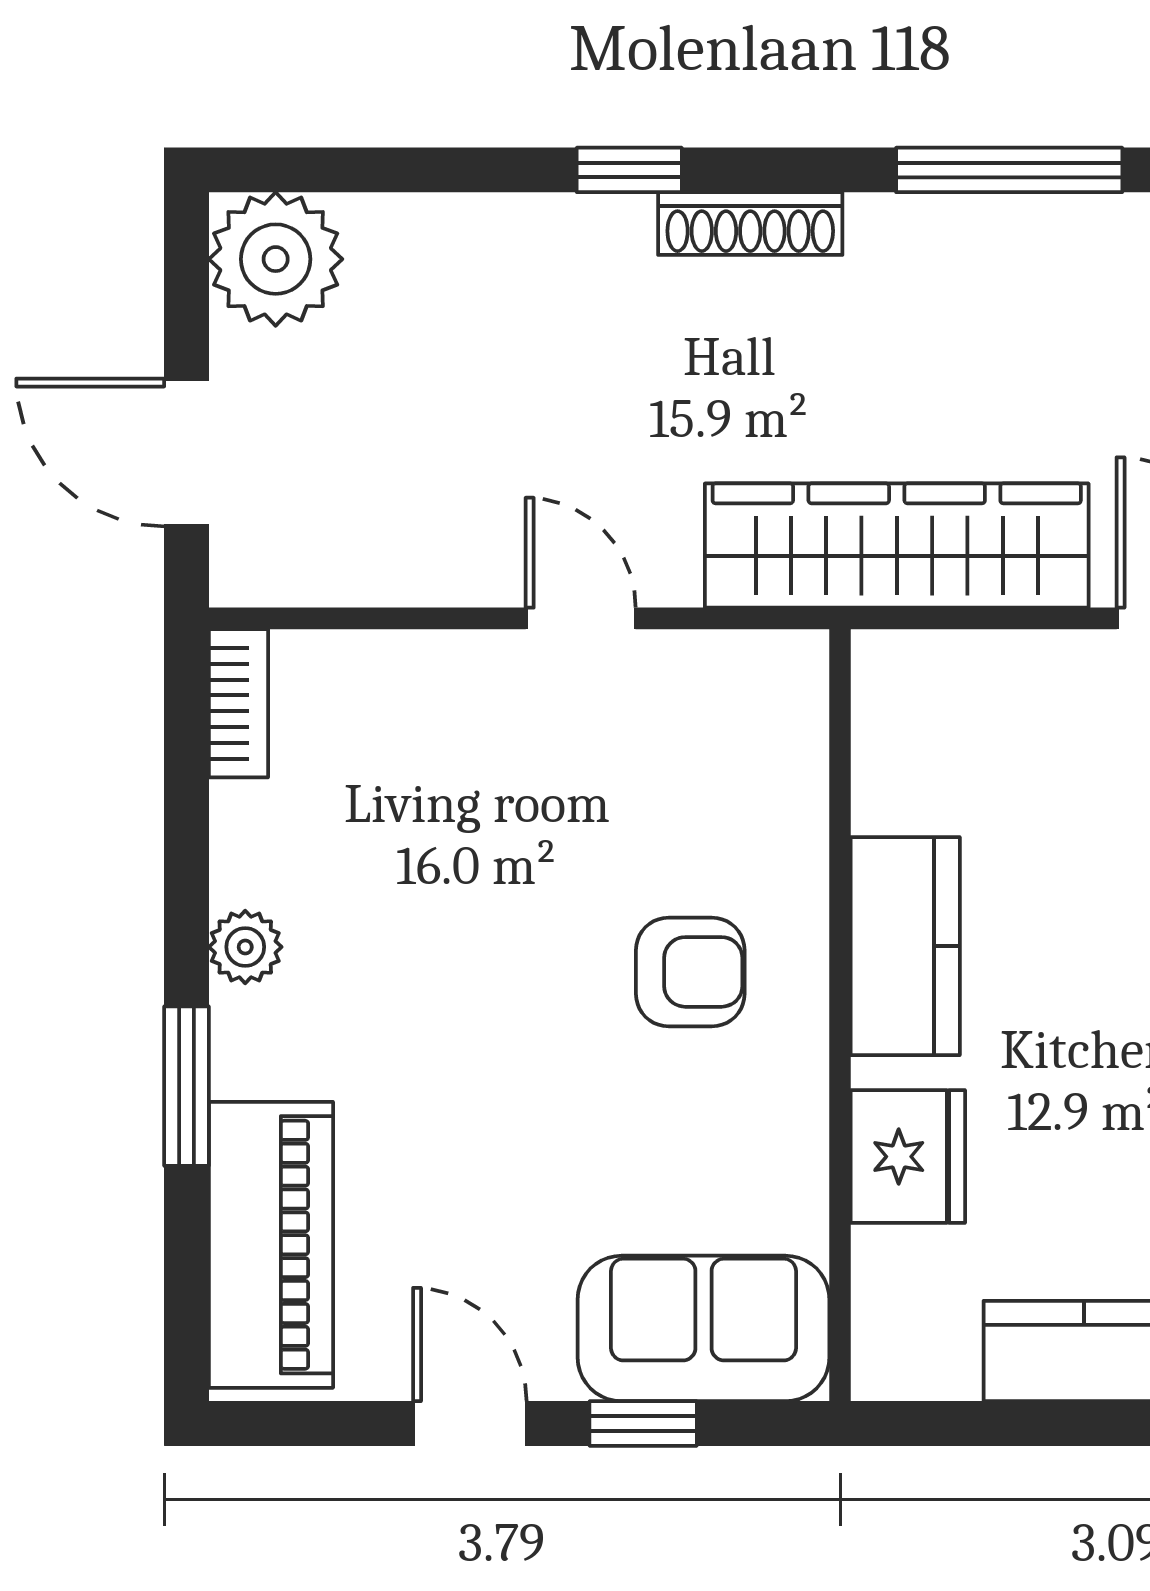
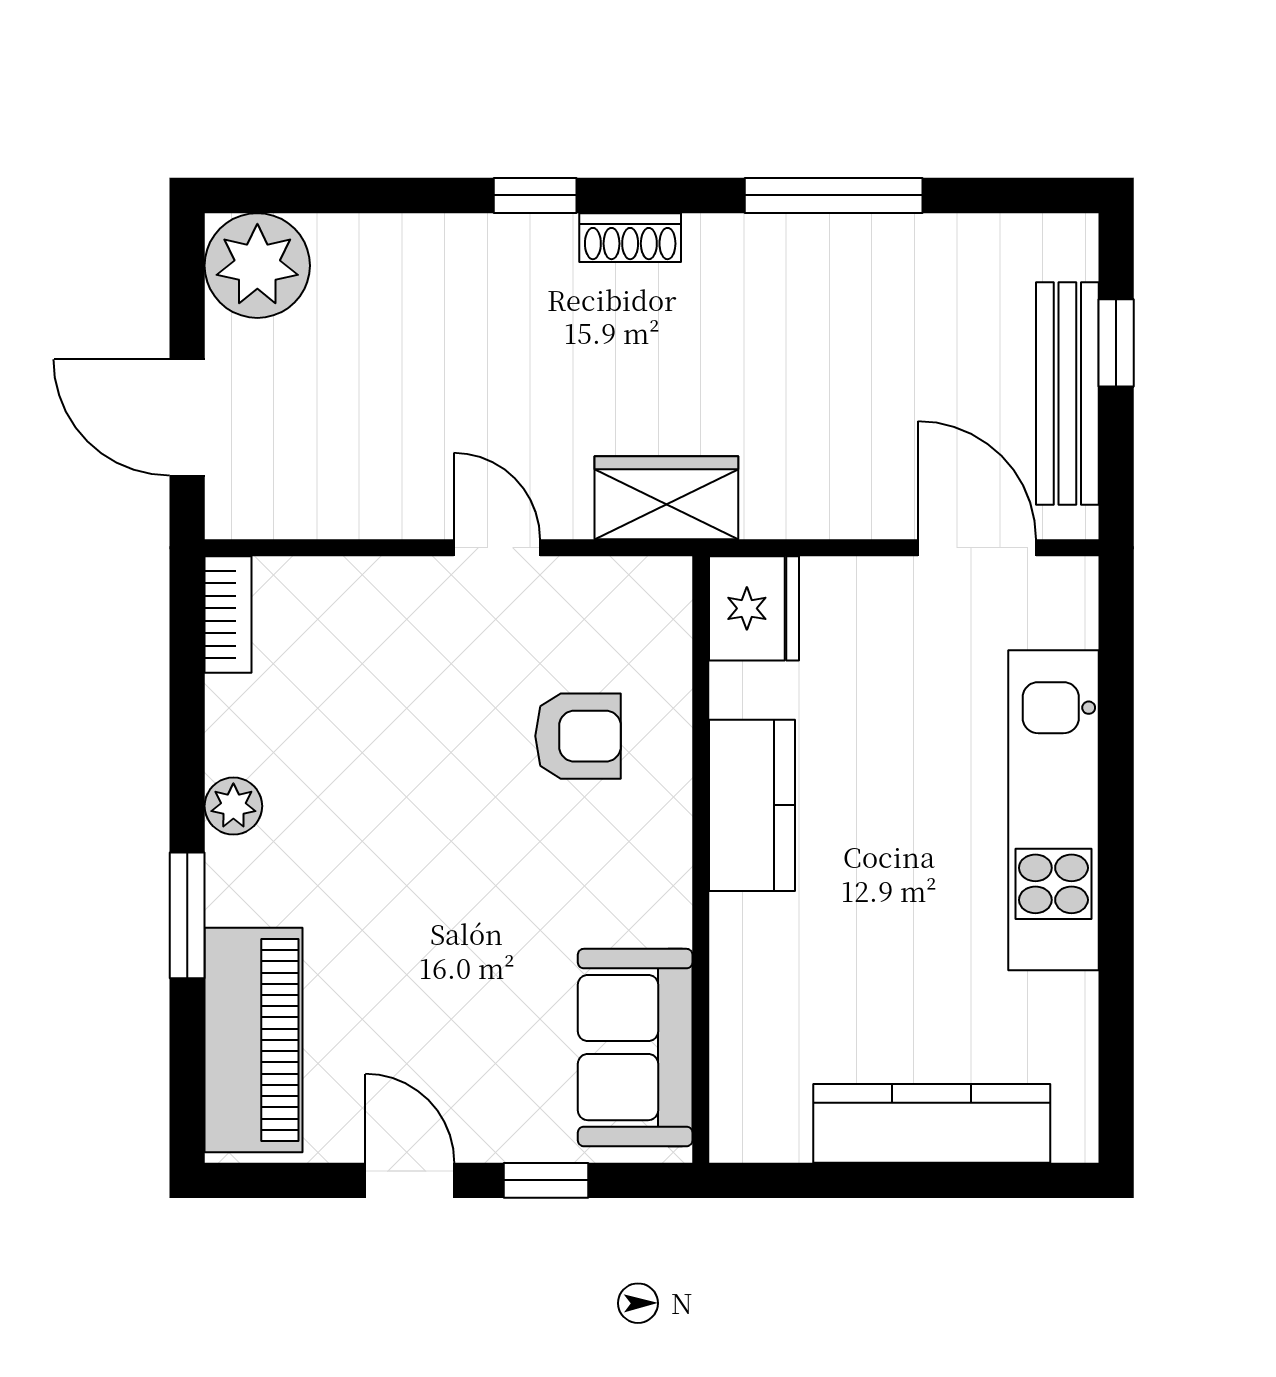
shoe rack: (750, 224) -> (630, 238), width x0.70
wardrobe: (897, 546) -> (666, 498), width x0.48, depth x0.85
armchair: (690, 972) -> (578, 736), moved
fridge: (908, 1157) -> (754, 608), moved
sofa: (704, 1328) -> (635, 1048), moved, turned -90

